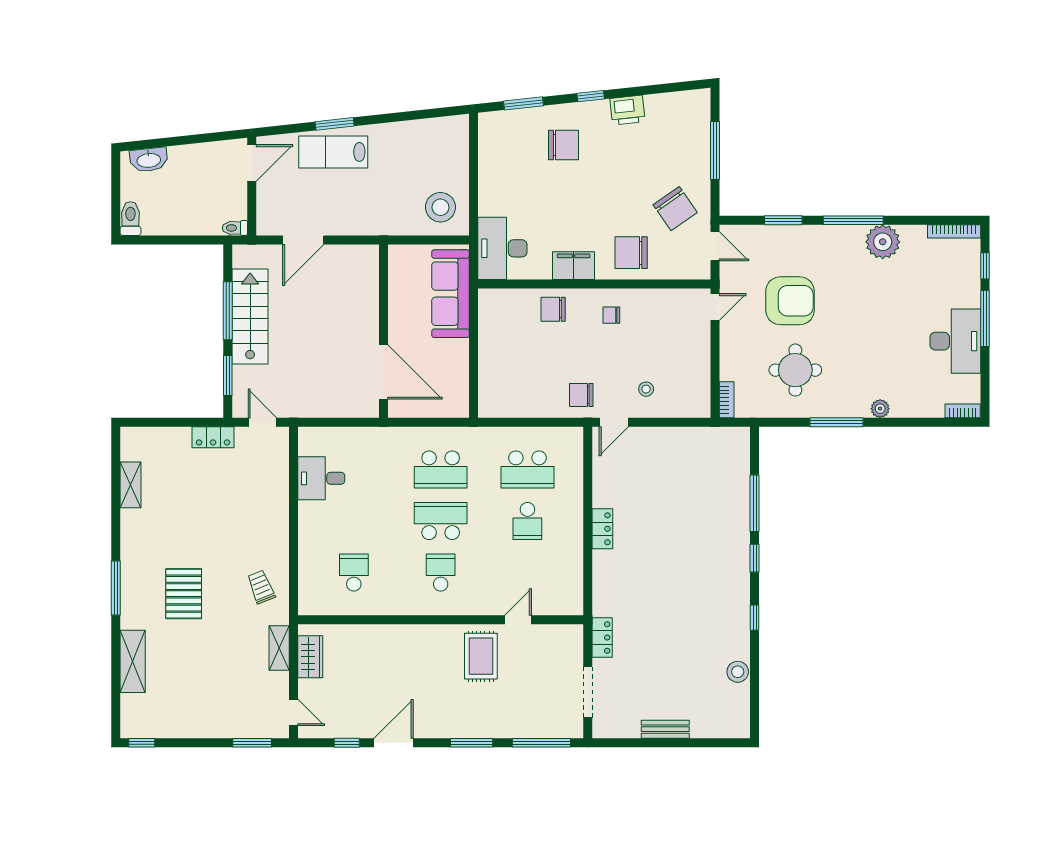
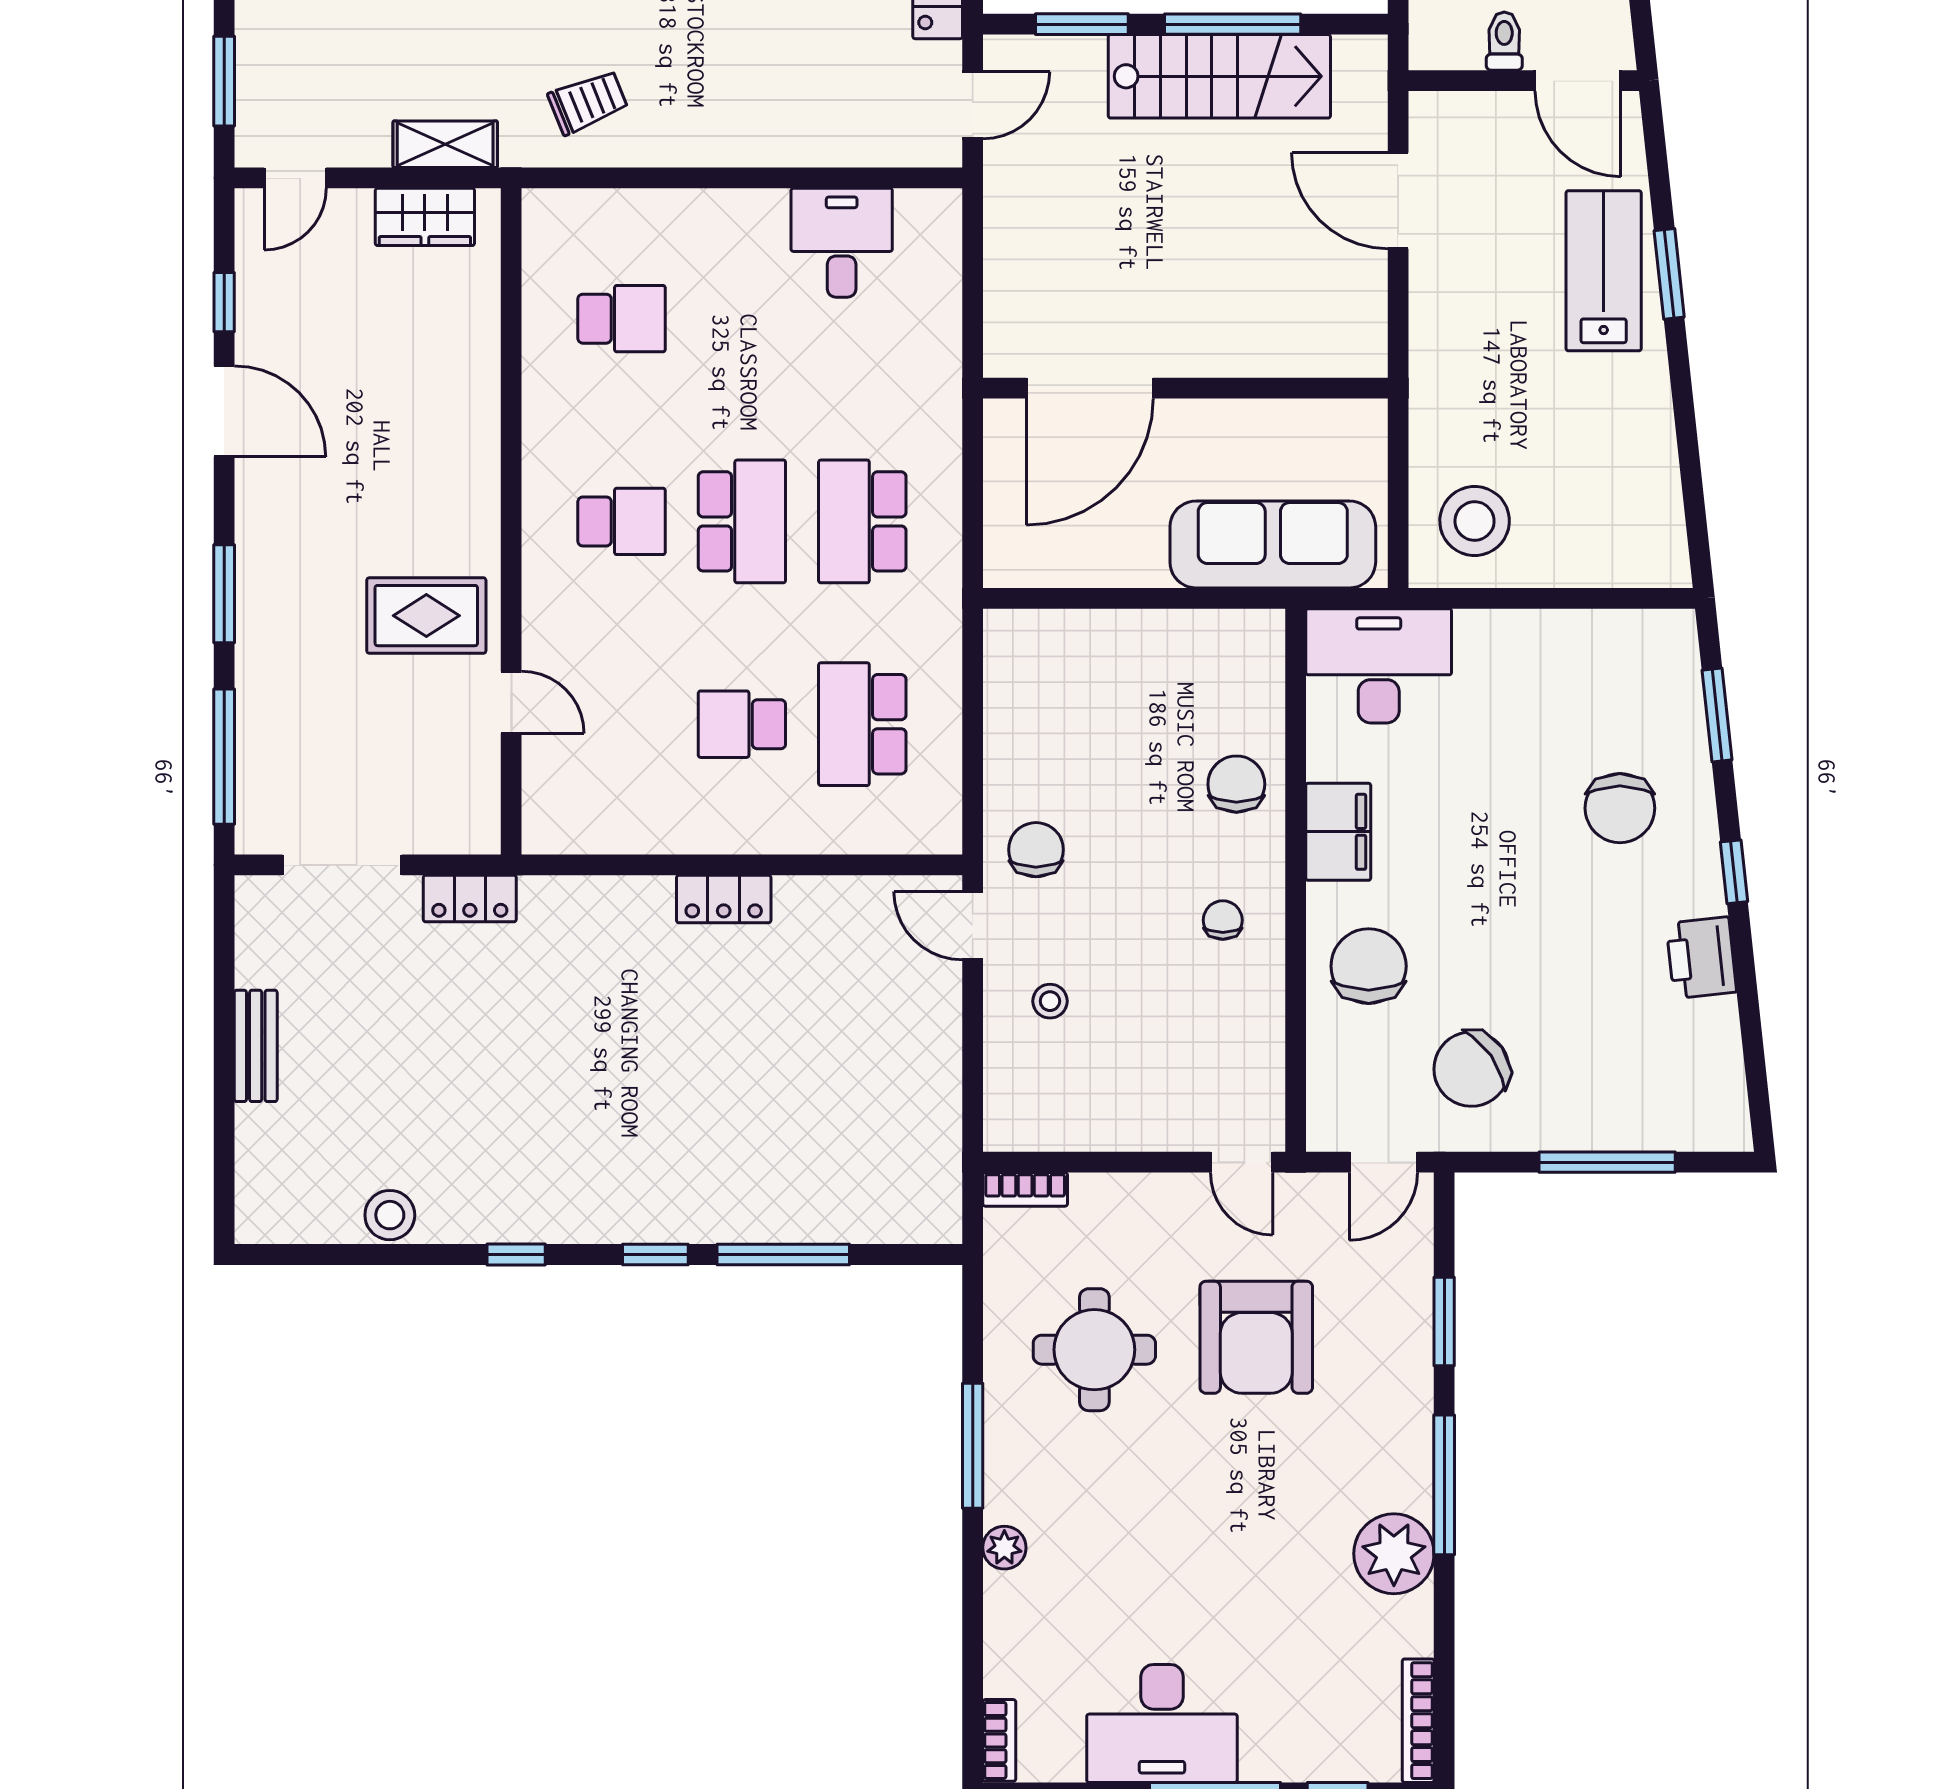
toilet: (235, 228) -> (1504, 41), moved

